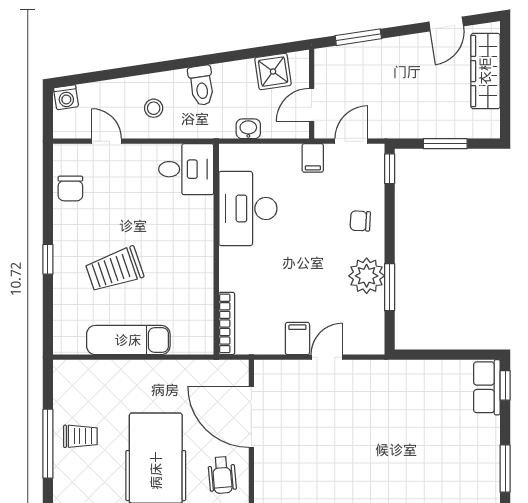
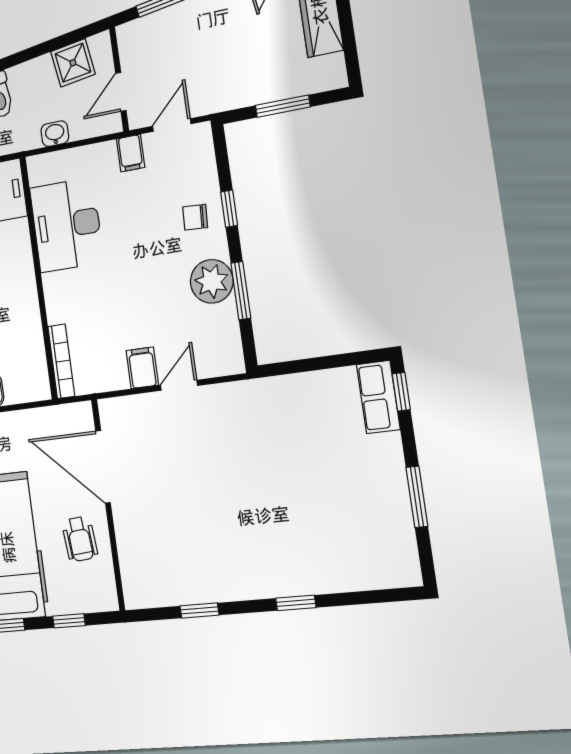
window: (390, 169) -> (229, 209), moved

